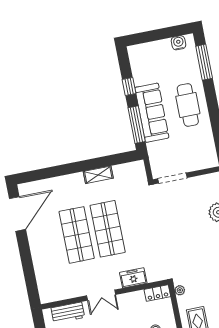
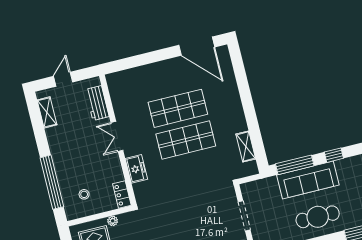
shelving: (98, 175) -> (246, 146), moved
doorway: (172, 178) -> (244, 216), moved
plant: (180, 290) -> (113, 221), moved

